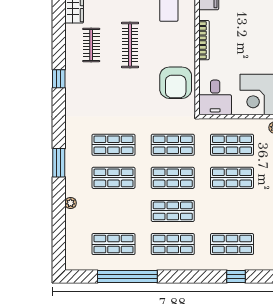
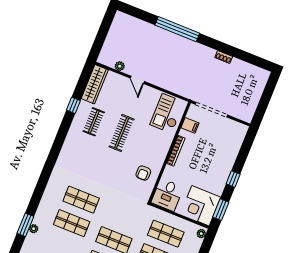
window: (59, 79) -> (73, 105), moved
armchair: (176, 83) -> (143, 173), width x0.53, depth x0.53
shop shelf: (173, 145) -> (123, 217), removed
window: (59, 163) -> (25, 225), moved

